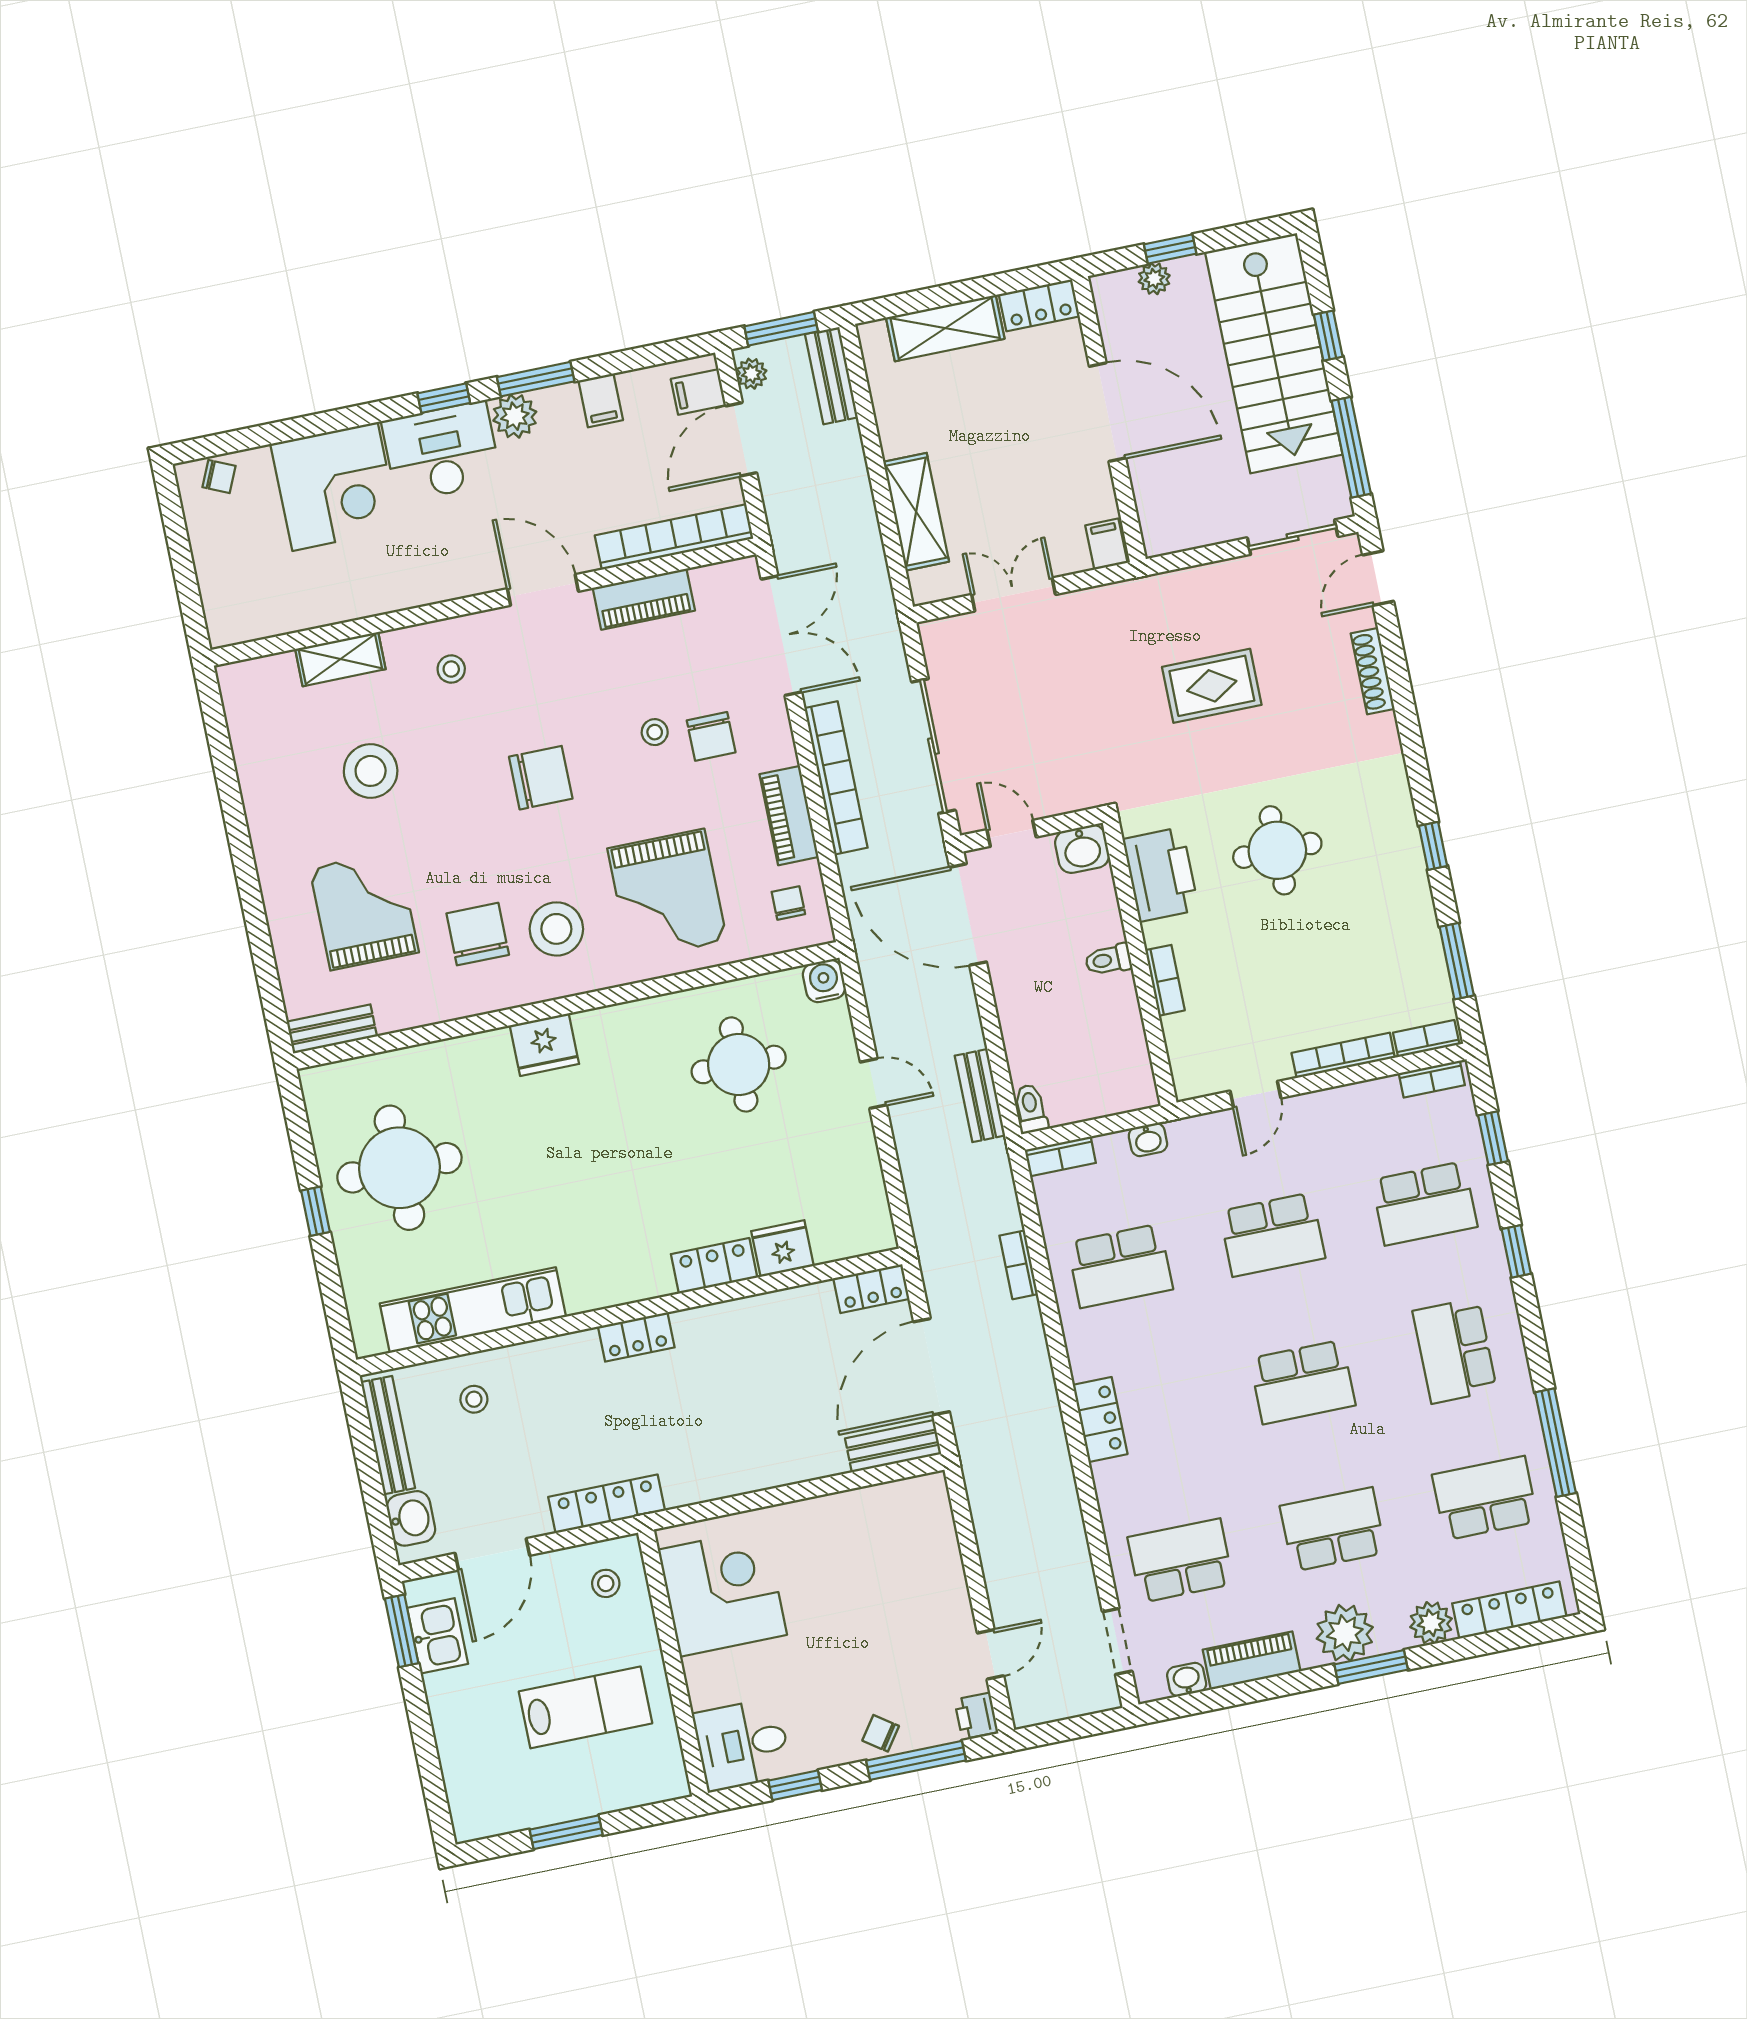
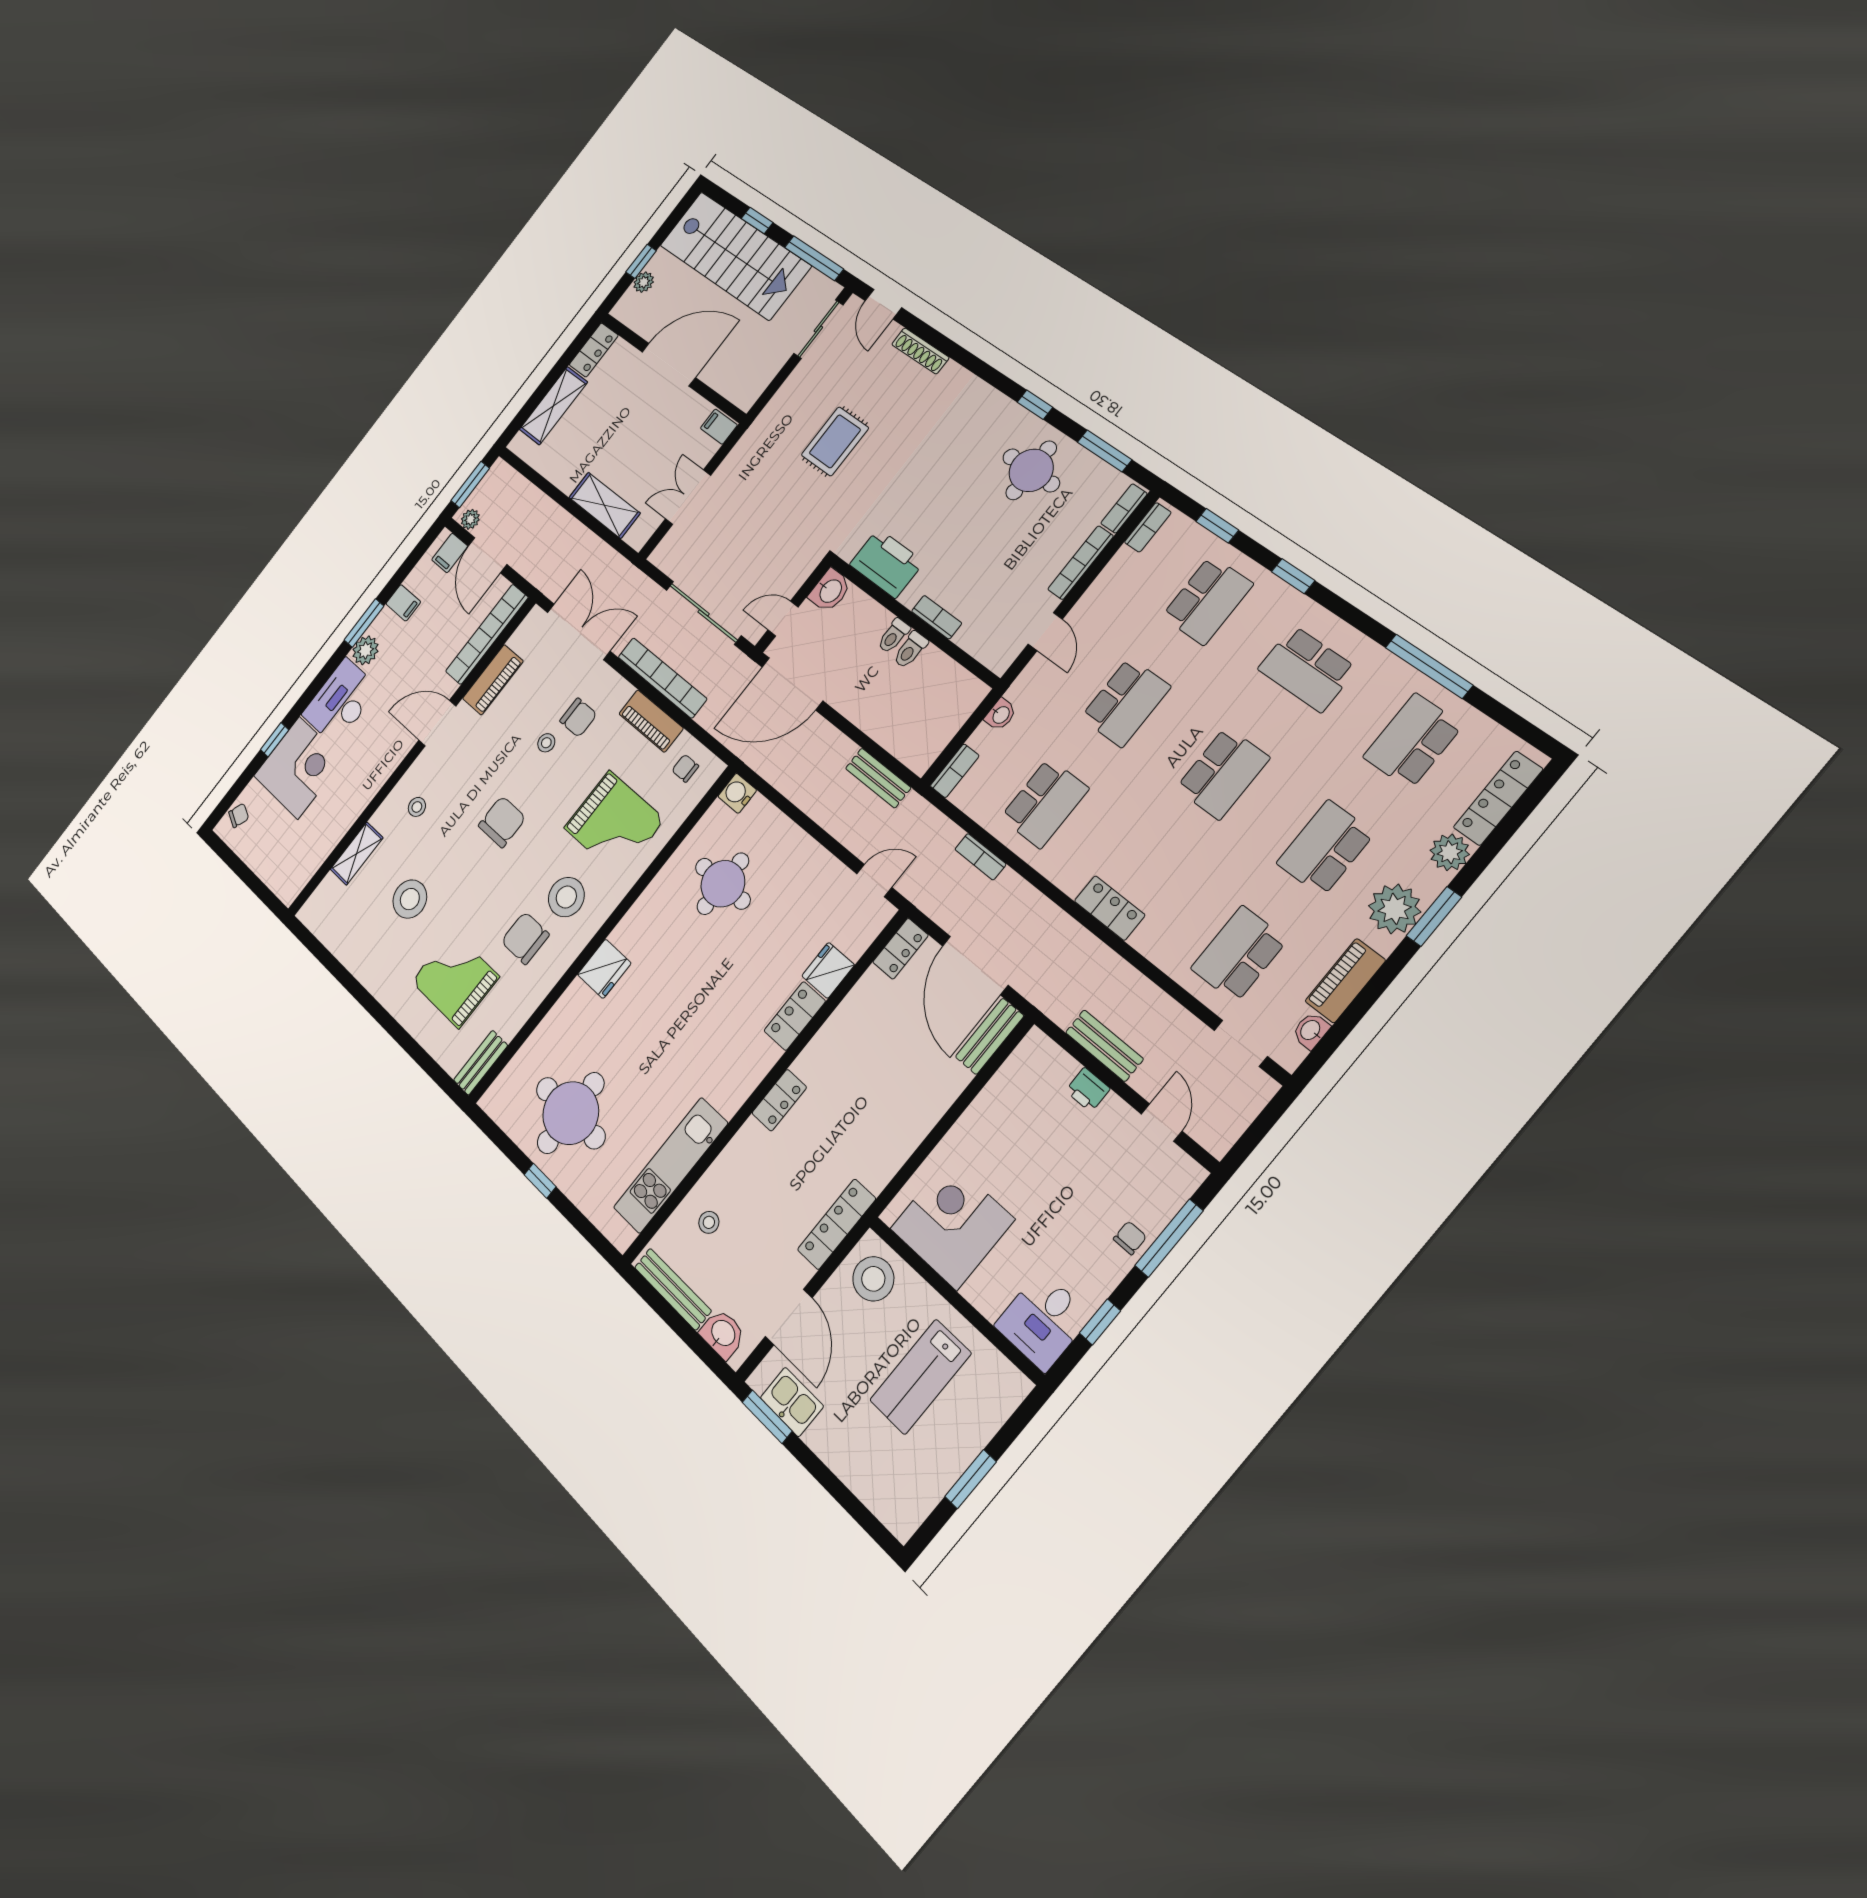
bench: (831, 376) -> (1104, 1046), moved
window: (444, 398) -> (275, 740), moved
round table: (1277, 850) -> (1031, 470), moved
door: (873, 1083) -> (874, 881), moved
toilet: (1031, 1109) -> (910, 650), moved, turned -90
stool: (606, 1583) -> (873, 1279), width x1.89, depth x1.89
lab bench: (586, 1707) -> (920, 1377), turned 180
printer: (976, 1716) -> (1088, 1090), moved
chair: (881, 1733) -> (1130, 1238), turned 145

